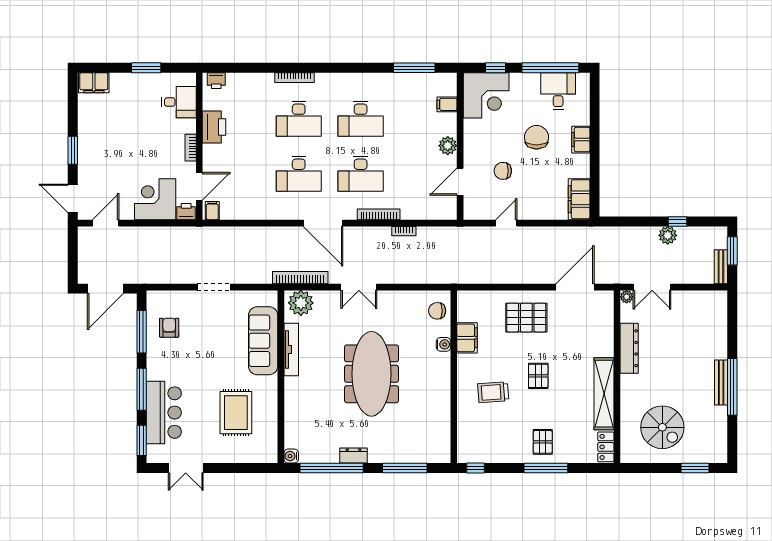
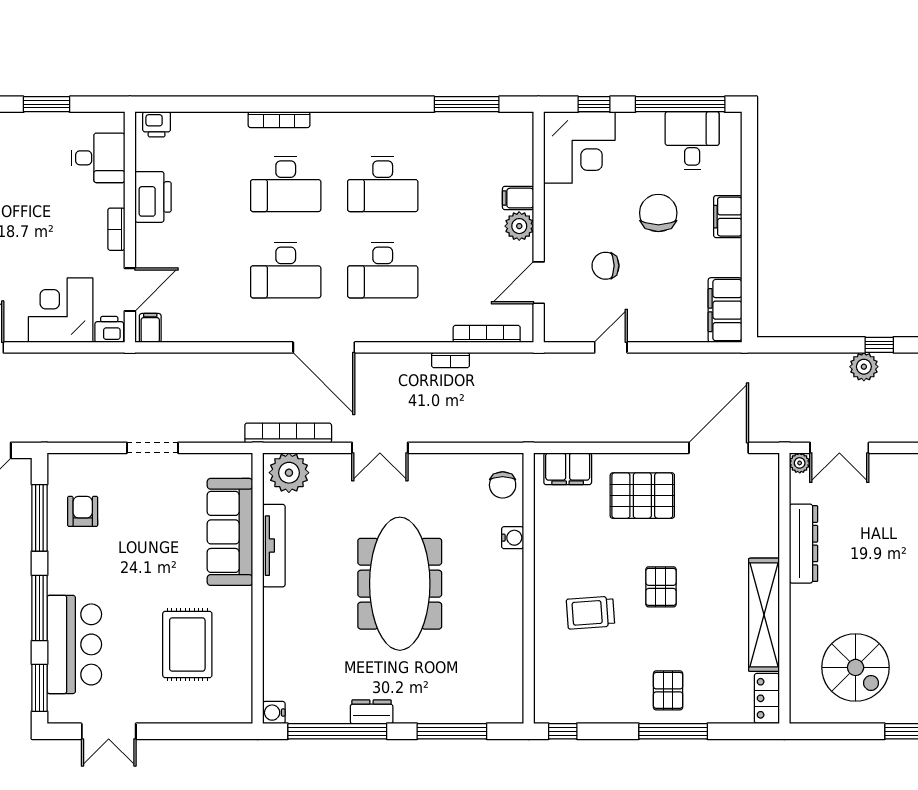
filing cabinet: (447, 104) -> (518, 198), moved
bookcase: (379, 214) -> (487, 334), moved
chair: (437, 311) -> (503, 485), turned -90
filing cabinet: (467, 338) -> (568, 469), moved, turned 90

